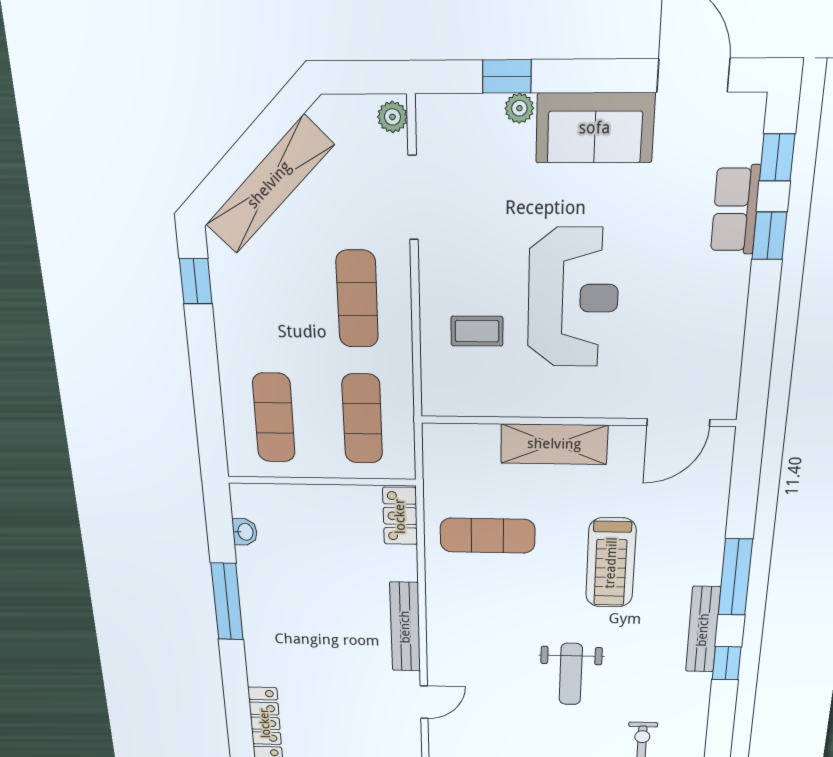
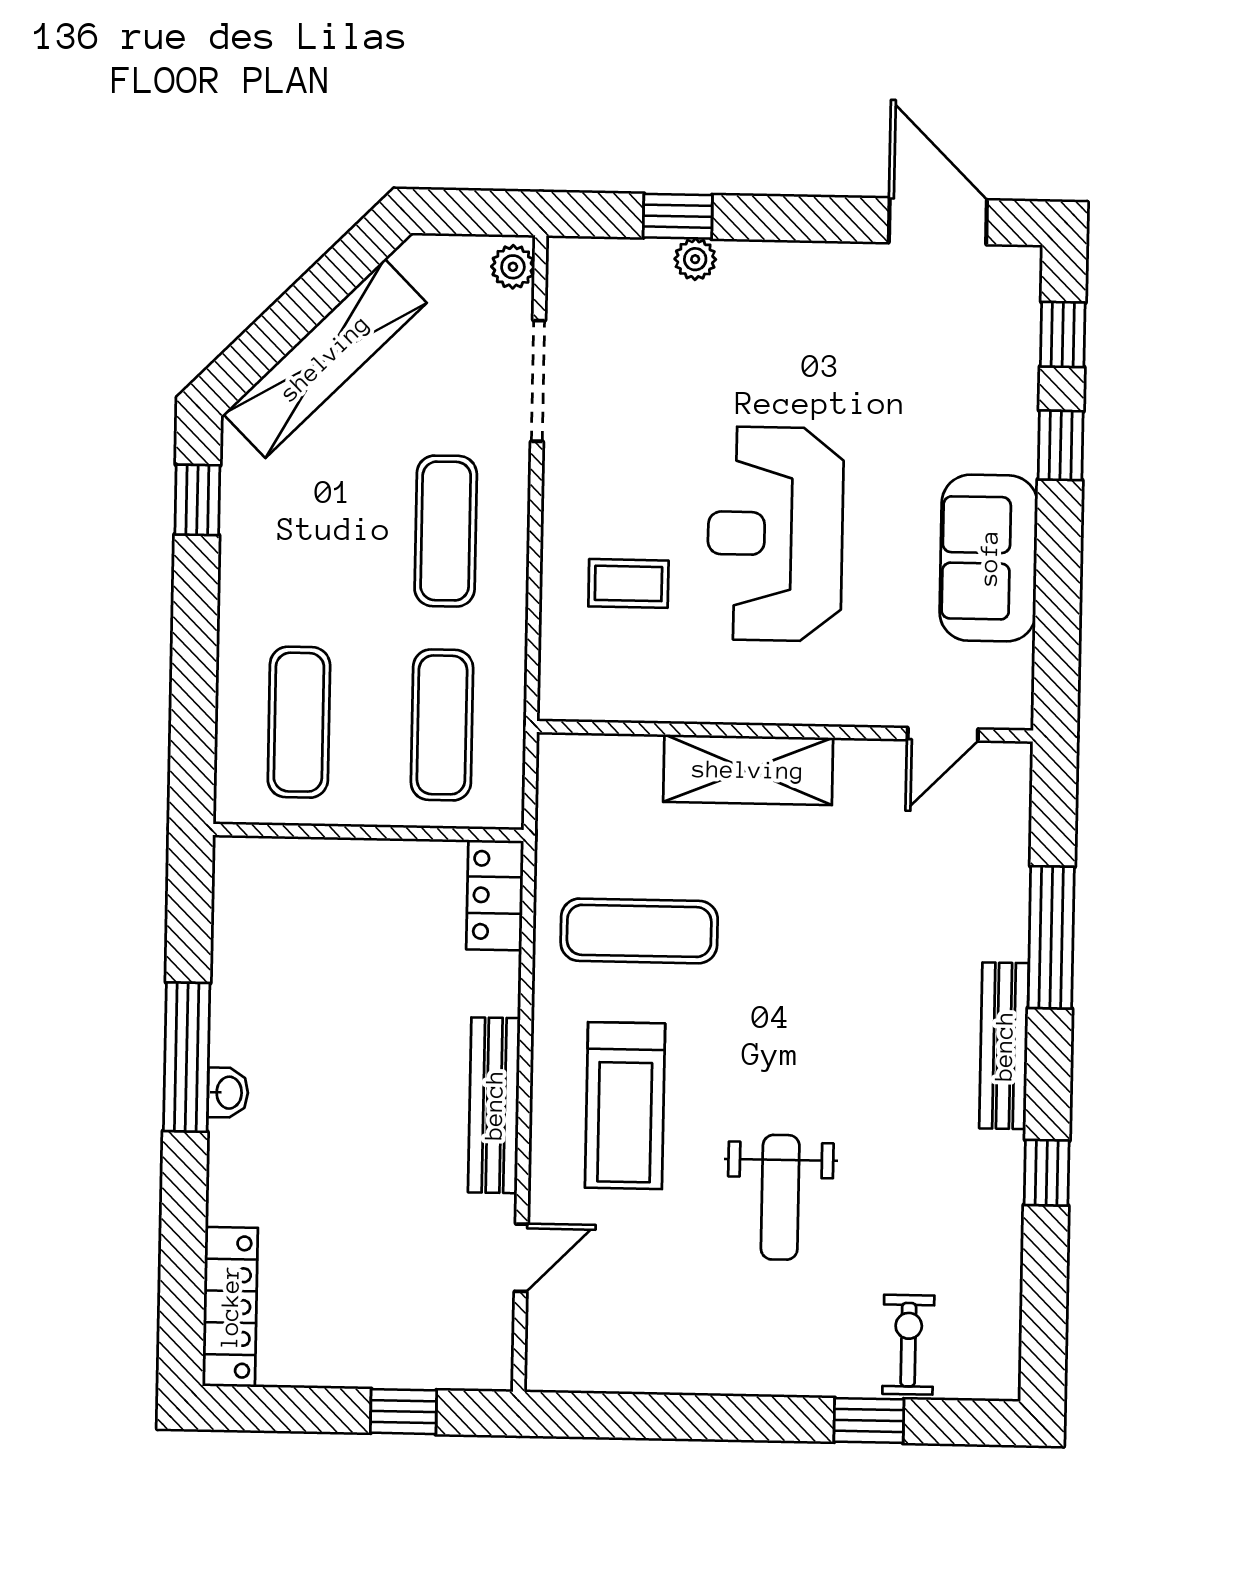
sofa: (595, 128) -> (989, 558), moved, turned 90
row of seats: (735, 210) -> (1009, 407), removed
reception desk: (573, 298) -> (775, 534), turned 180
door: (678, 422) -> (943, 734), width x0.73
washbasin: (245, 532) -> (228, 1093), moved
treadmill: (611, 563) -> (625, 1106), moved
window: (735, 577) -> (1051, 937), moved
bench: (703, 630) -> (1004, 1046), moved

